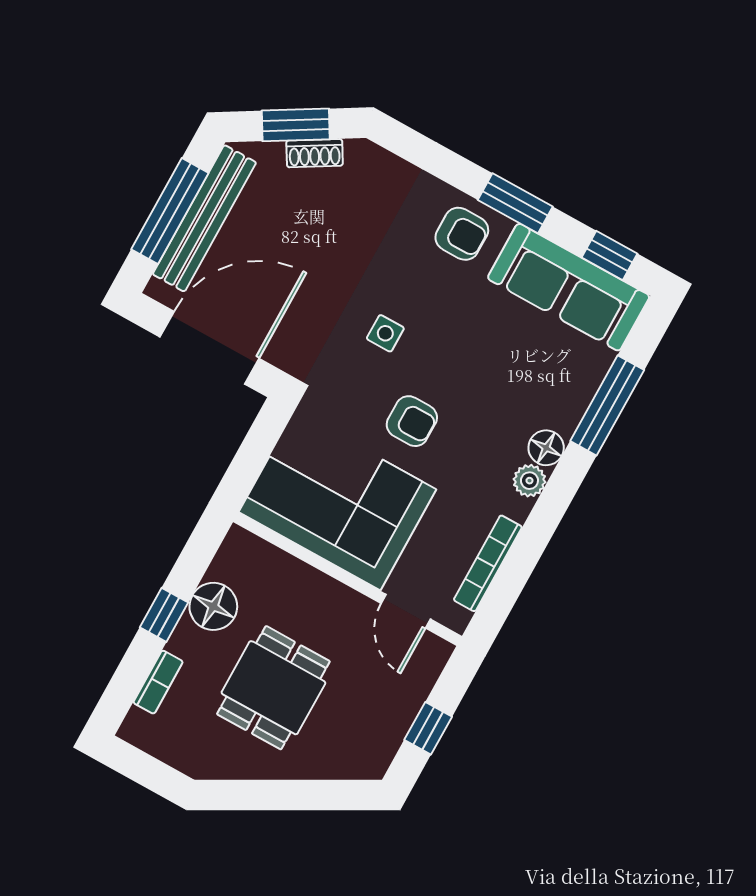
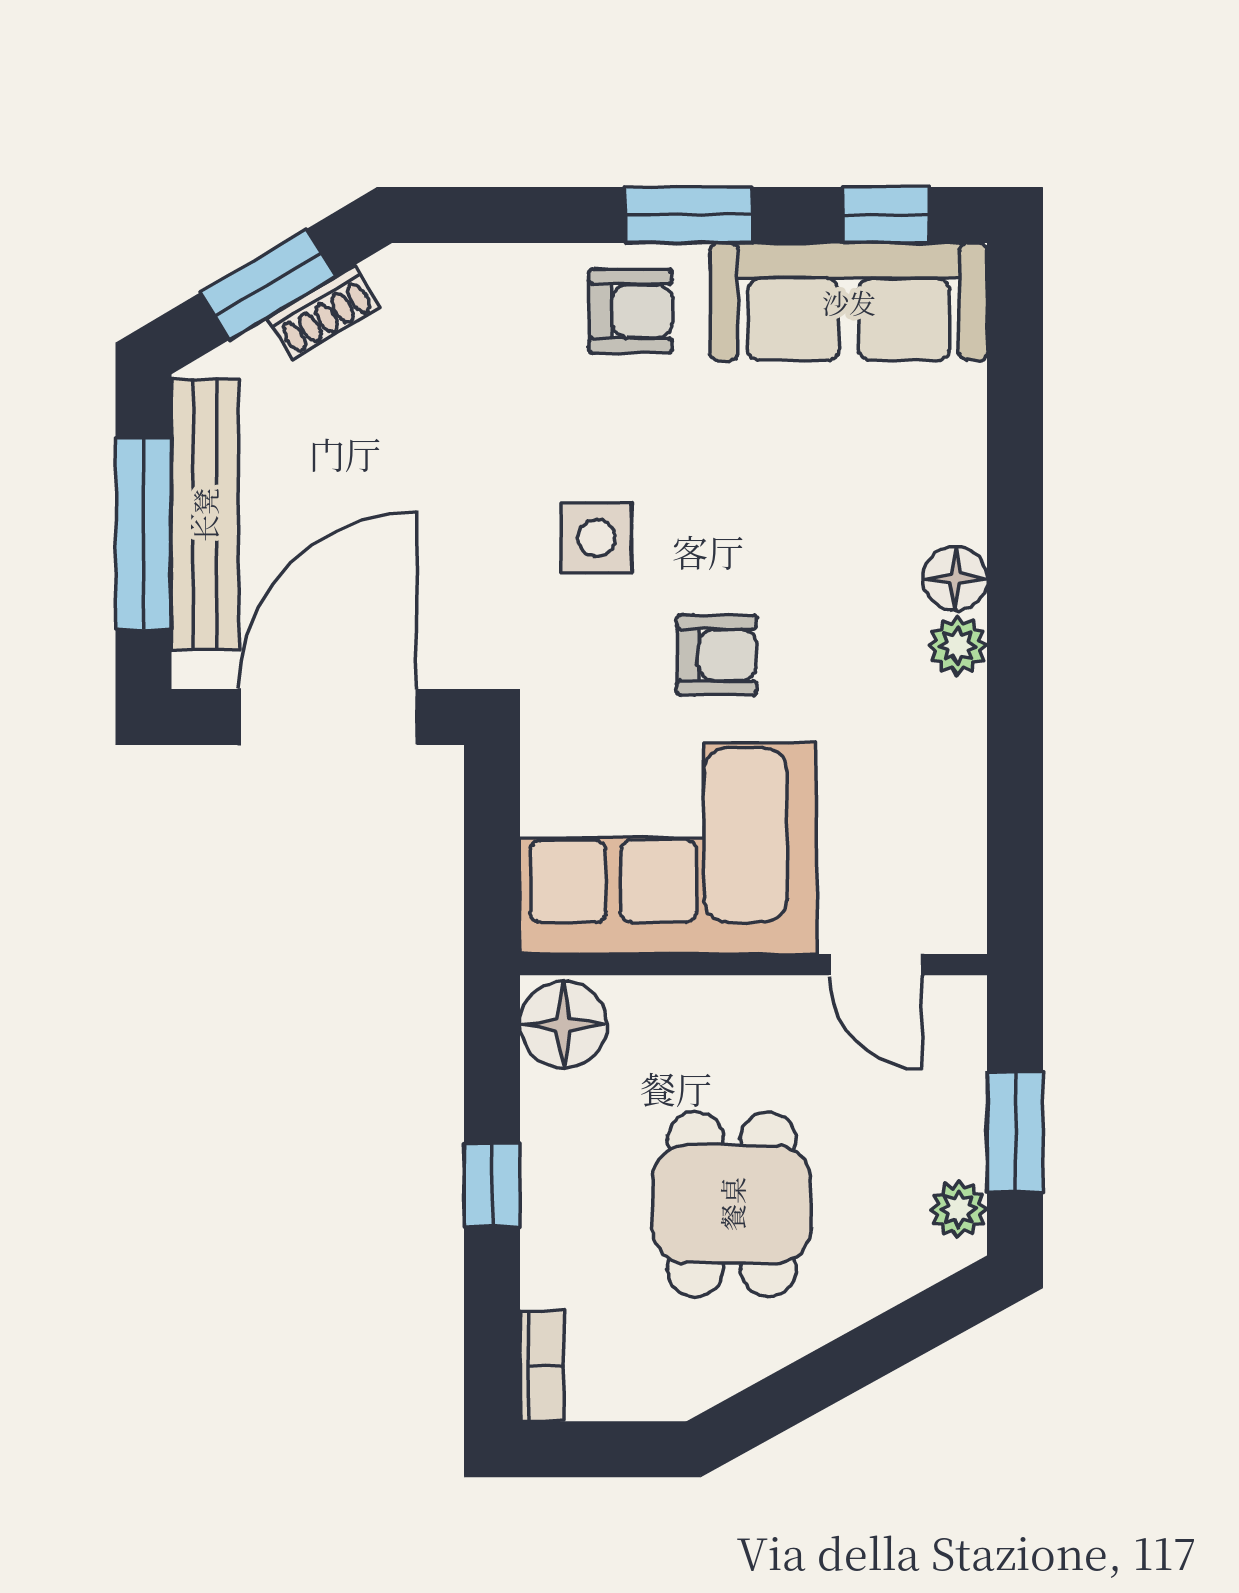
side table: (385, 333) -> (596, 538), width x1.37, depth x1.37
window: (607, 405) -> (1015, 457), removed
bookcase: (488, 563) -> (964, 815), removed
floor lamp: (213, 606) -> (563, 1024), moved
bookcase: (158, 682) -> (542, 1366), moved
window: (428, 728) -> (1015, 1132), width x1.50
plant: (381, 750) -> (958, 1209), added

